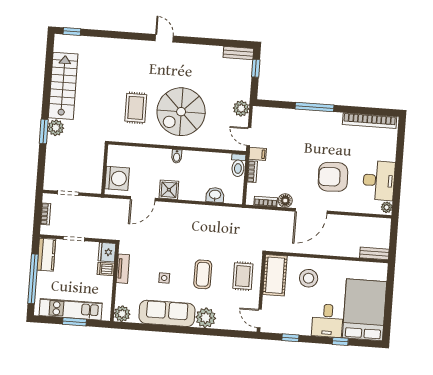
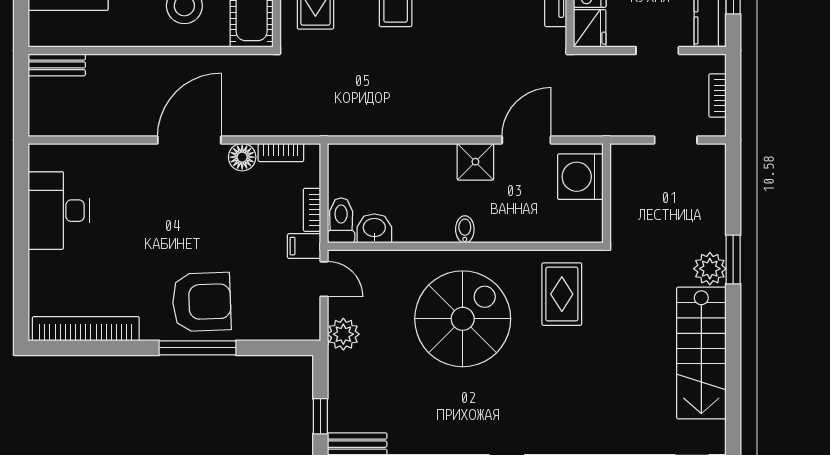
rug: (136, 108) -> (562, 294), moved
armchair: (333, 177) -> (202, 302), moved
washbasin: (215, 195) -> (374, 228), moved, turned 180
plant: (387, 207) -> (39, 158), removed

